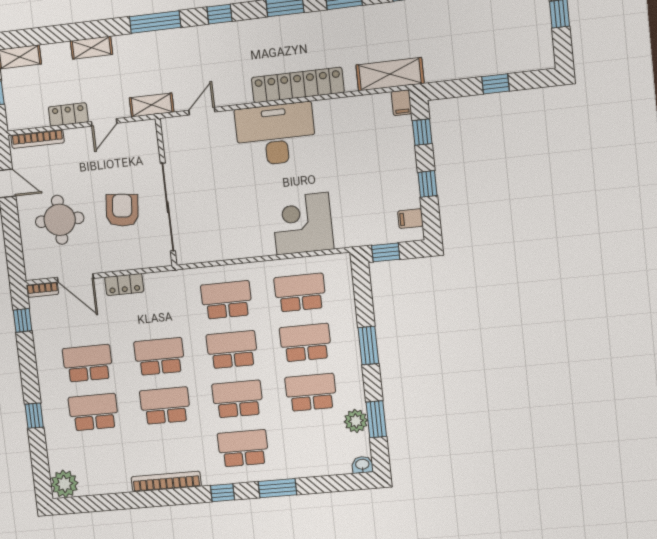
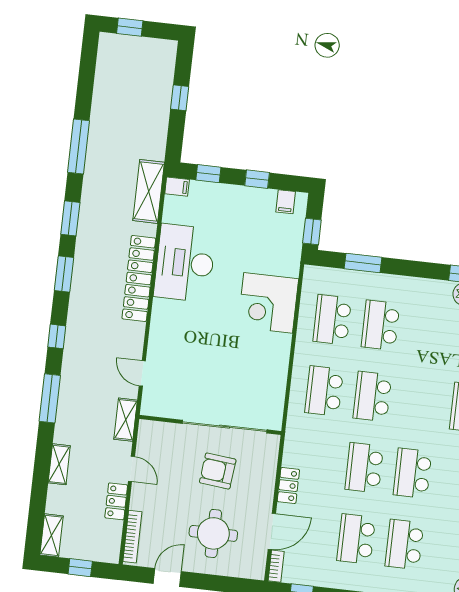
desk: (275, 134) -> (185, 263), moved
window: (368, 345) -> (363, 263), moved
school desk: (311, 392) -> (429, 331), removed
school desk: (238, 399) -> (421, 402), removed

